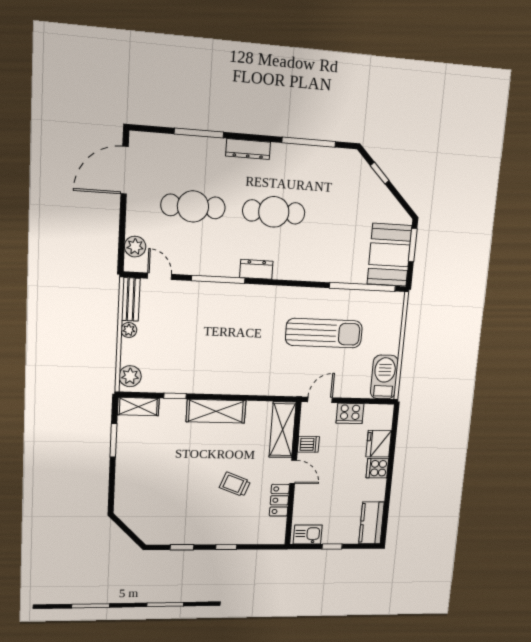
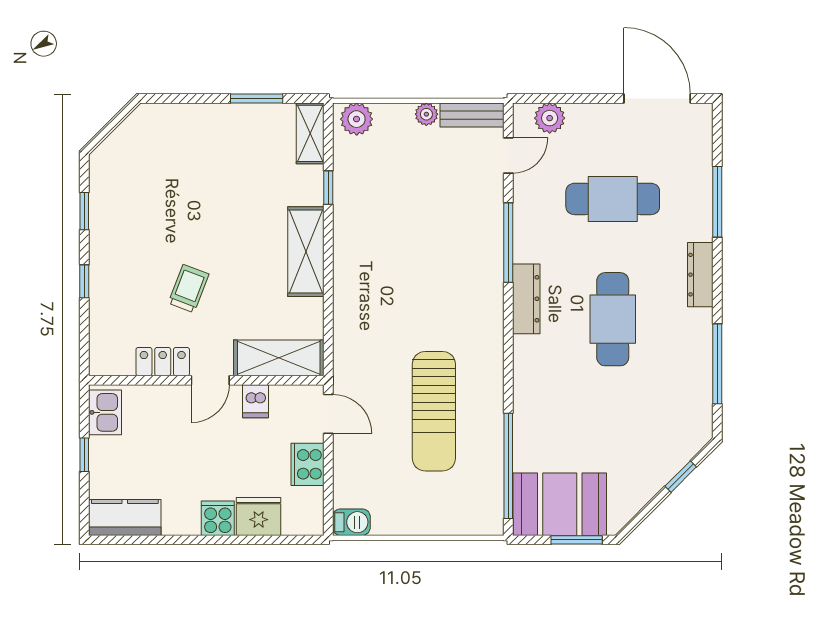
cafe table: (193, 206) -> (613, 199), turned 90
dresser: (256, 269) -> (526, 299), width x1.44
barbecue: (384, 377) -> (351, 522), width x0.53, depth x0.65

